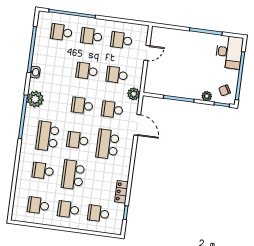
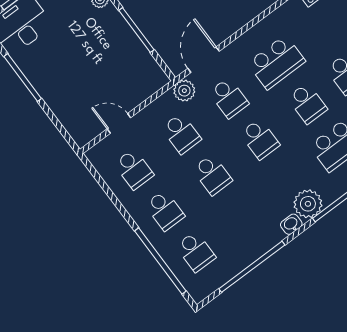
washbasin: (35, 72) -> (291, 224), moved
door: (137, 125) -> (204, 60), moved

